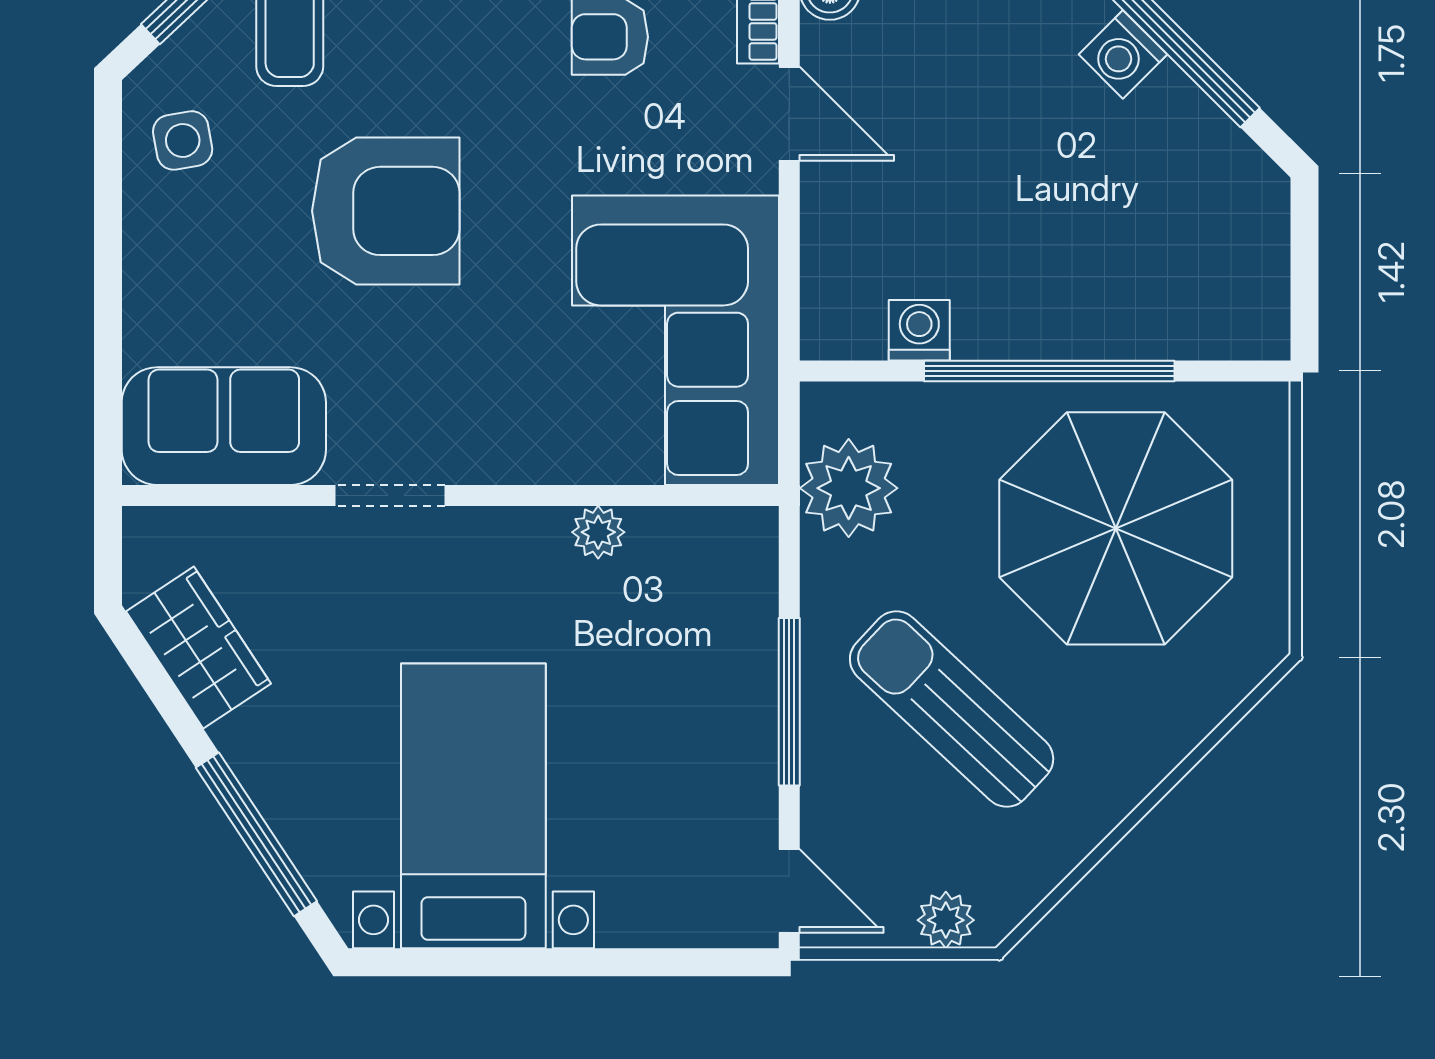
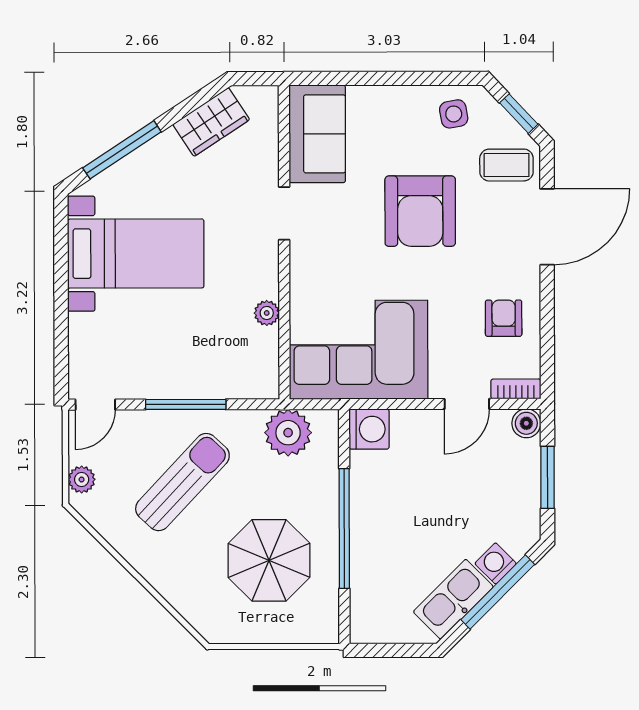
kitchen sink: (1197, 143) -> (453, 599), added
washing machine: (919, 330) -> (369, 429), moved, width x1.38, depth x1.38
parasol: (1116, 528) -> (269, 560), width x0.73, depth x0.73

